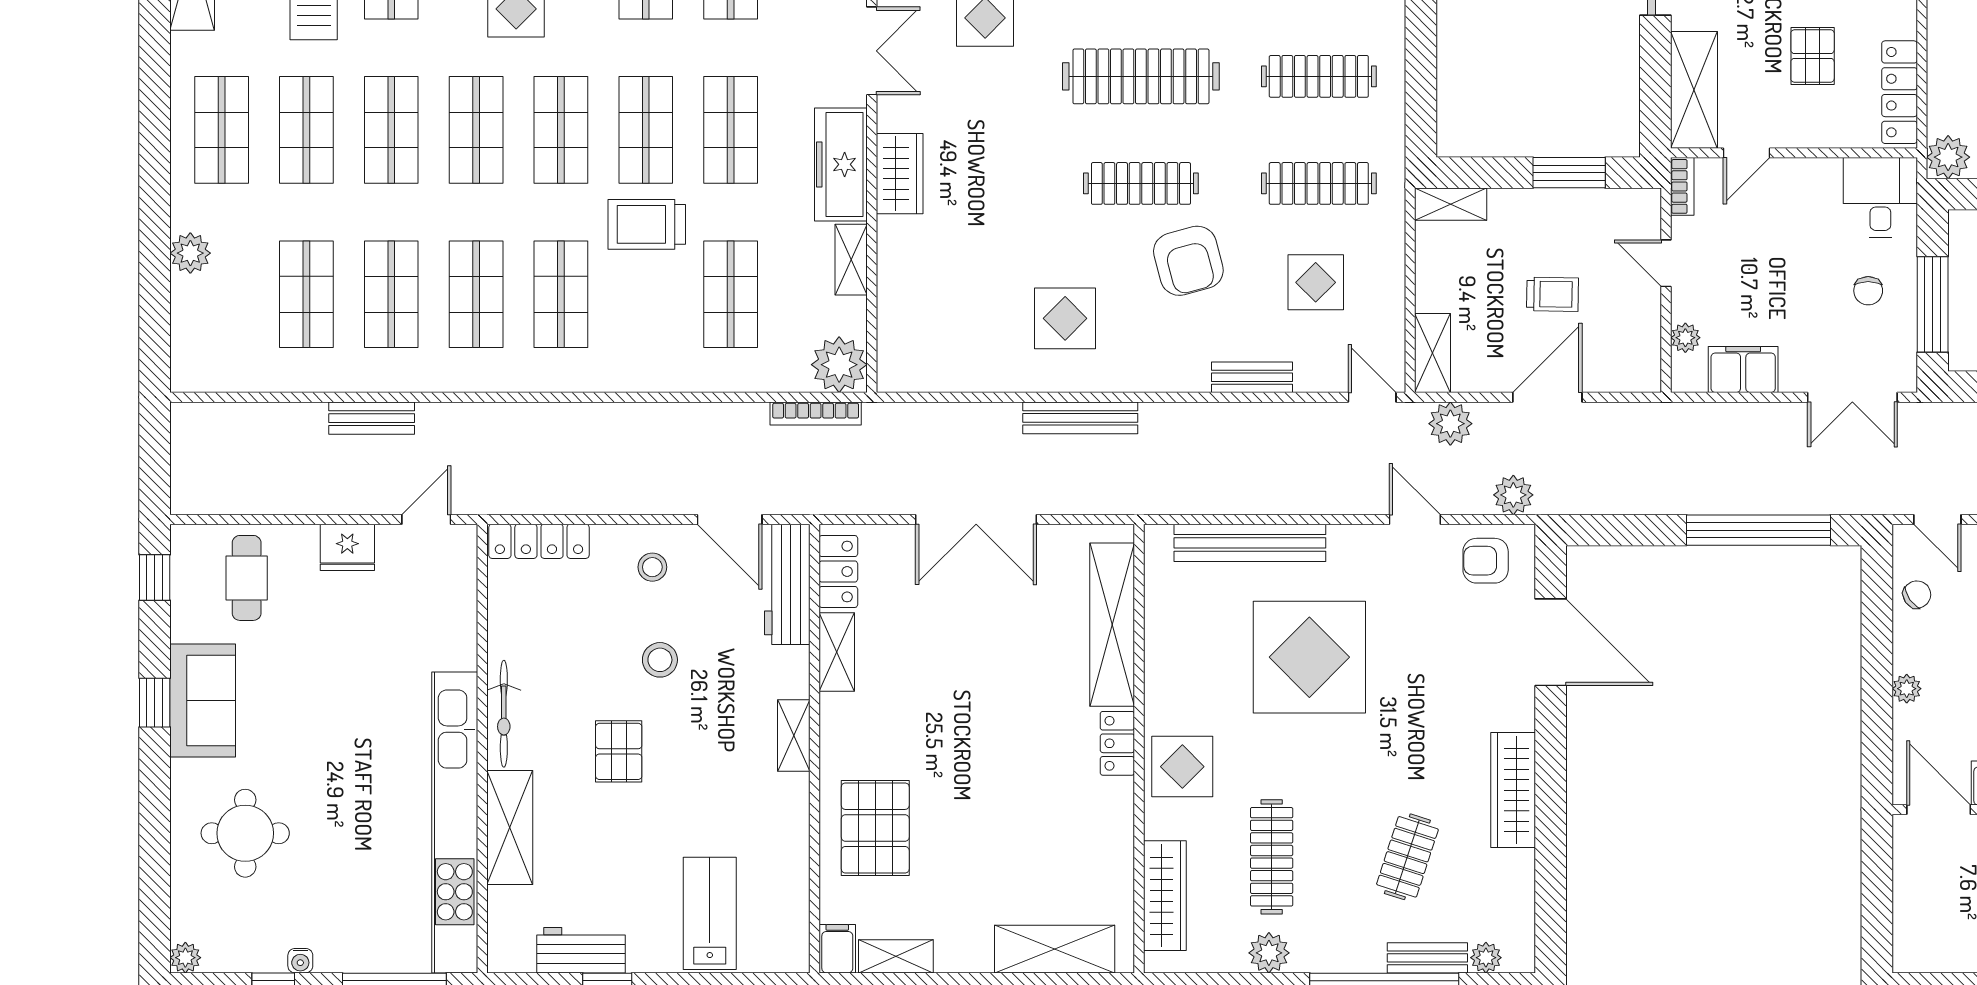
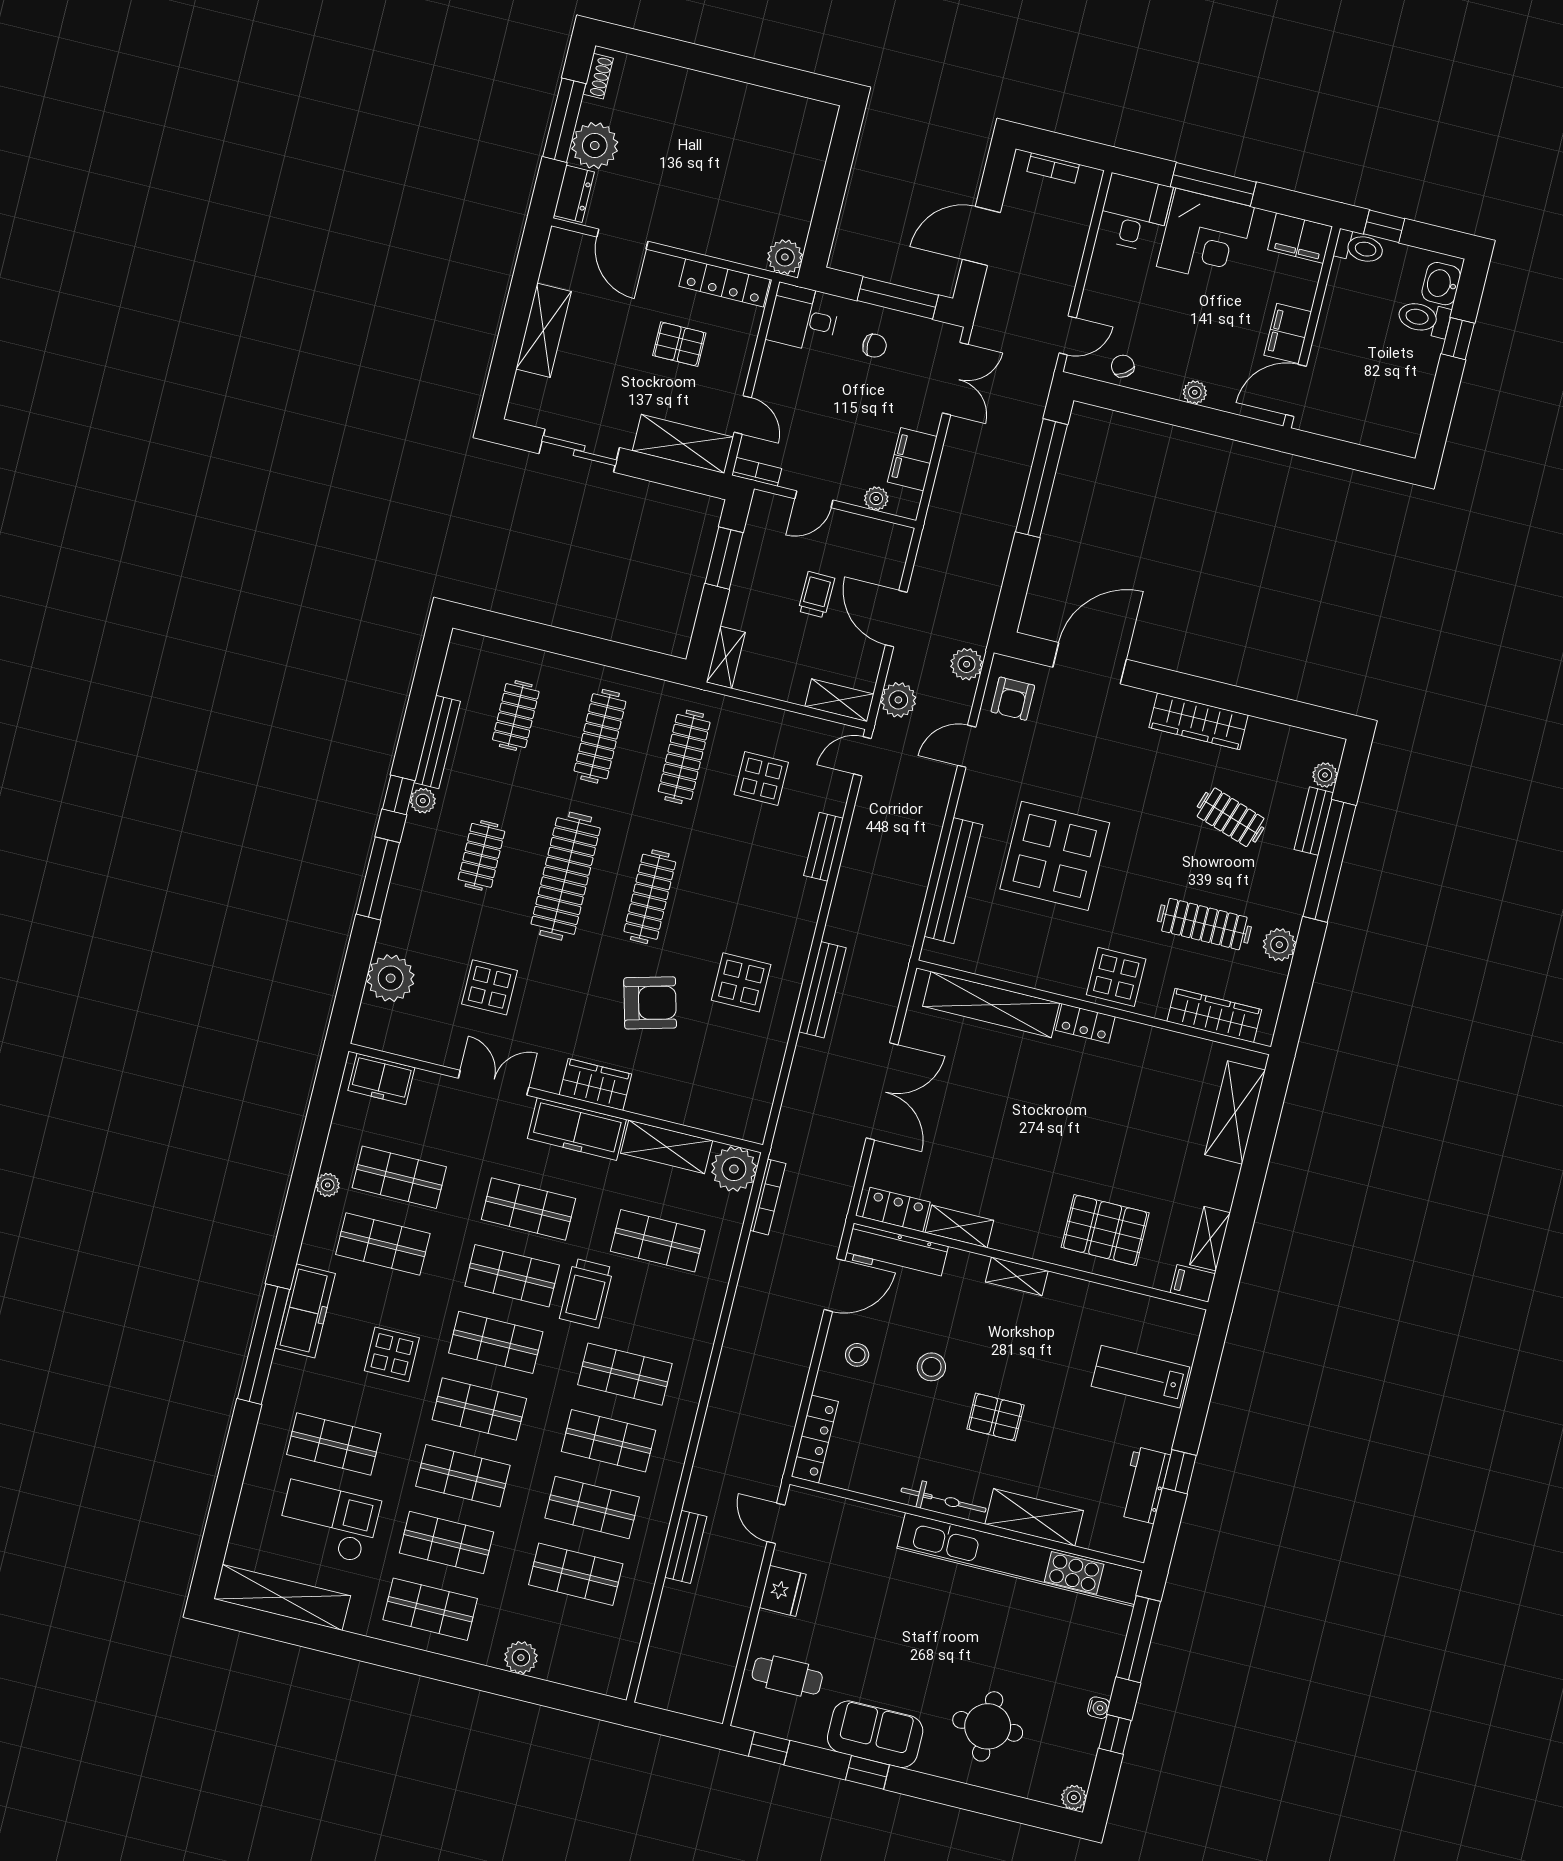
shelving: (851, 260) -> (667, 1147), width x1.50, depth x1.33
armchair: (1188, 261) -> (650, 1003), moved

